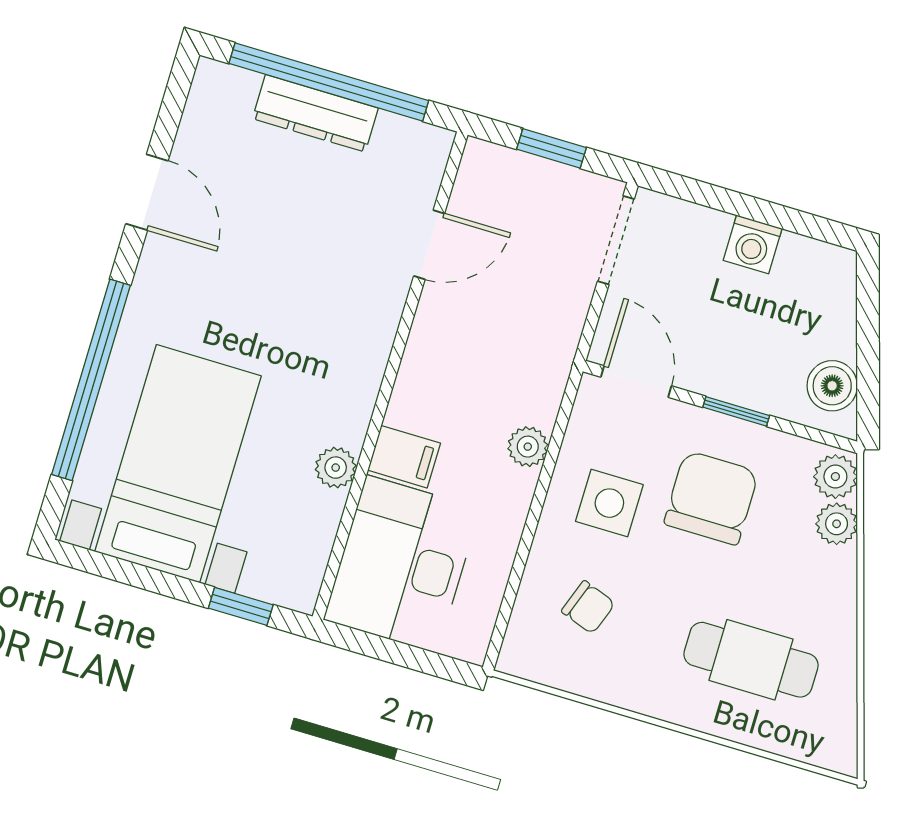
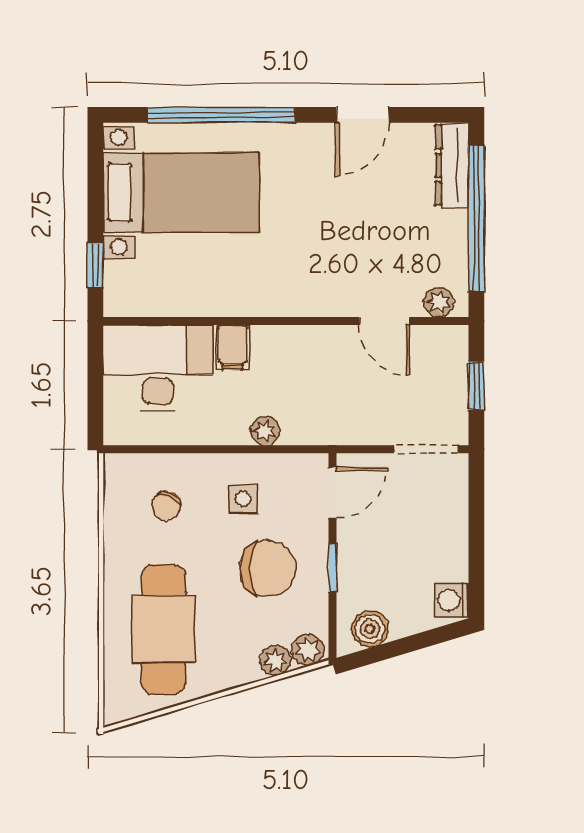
dresser: (315, 113) -> (452, 165), moved
washing machine: (753, 244) -> (451, 600), moved
plant: (336, 468) -> (439, 302), moved
side table: (609, 503) -> (243, 499), width x0.73, depth x0.73
cafe table: (751, 660) -> (164, 629), width x1.37, depth x1.35

